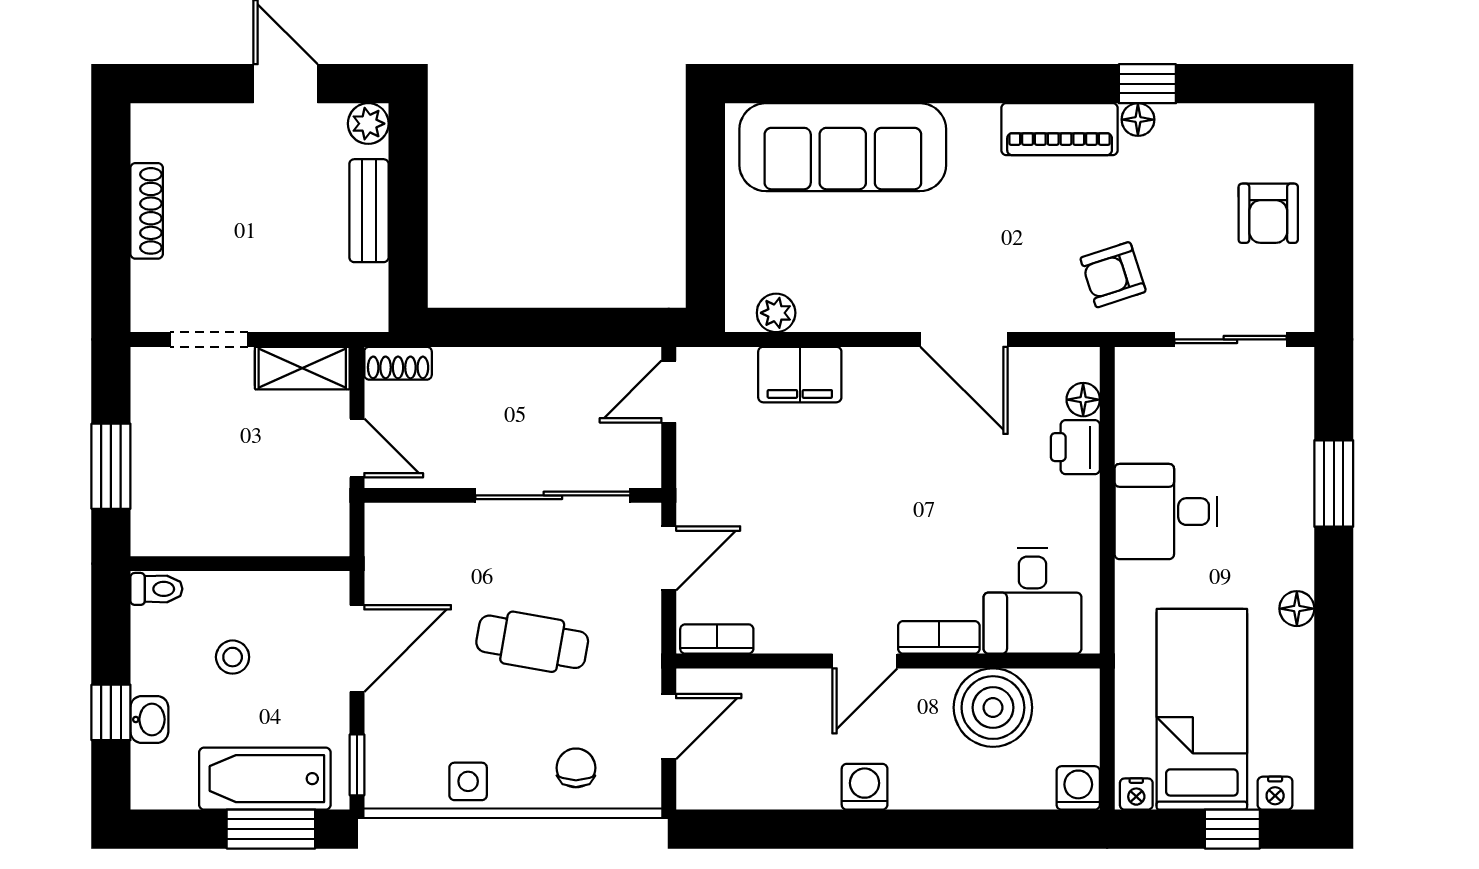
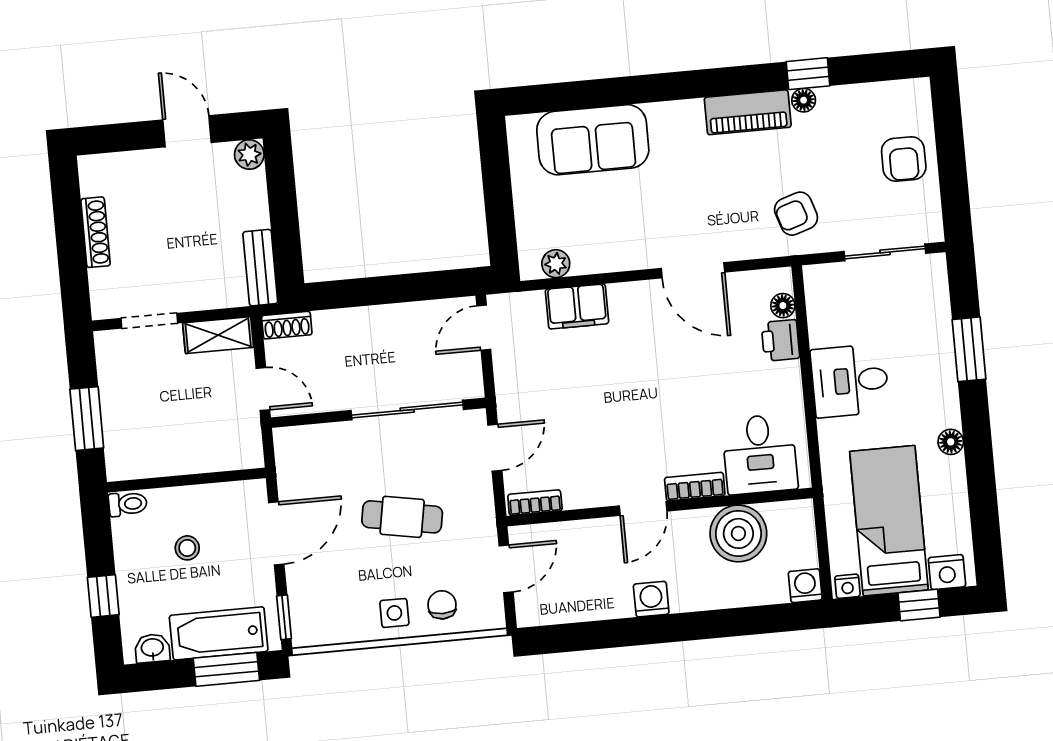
sofa: (843, 147) -> (593, 140), width x0.73
bench: (369, 211) -> (260, 268), moved
washbasin: (149, 719) -> (152, 648), moved, turned -90
side table: (468, 781) -> (394, 613), moved
nightstand: (1275, 793) -> (947, 572), width x1.39, depth x1.35

